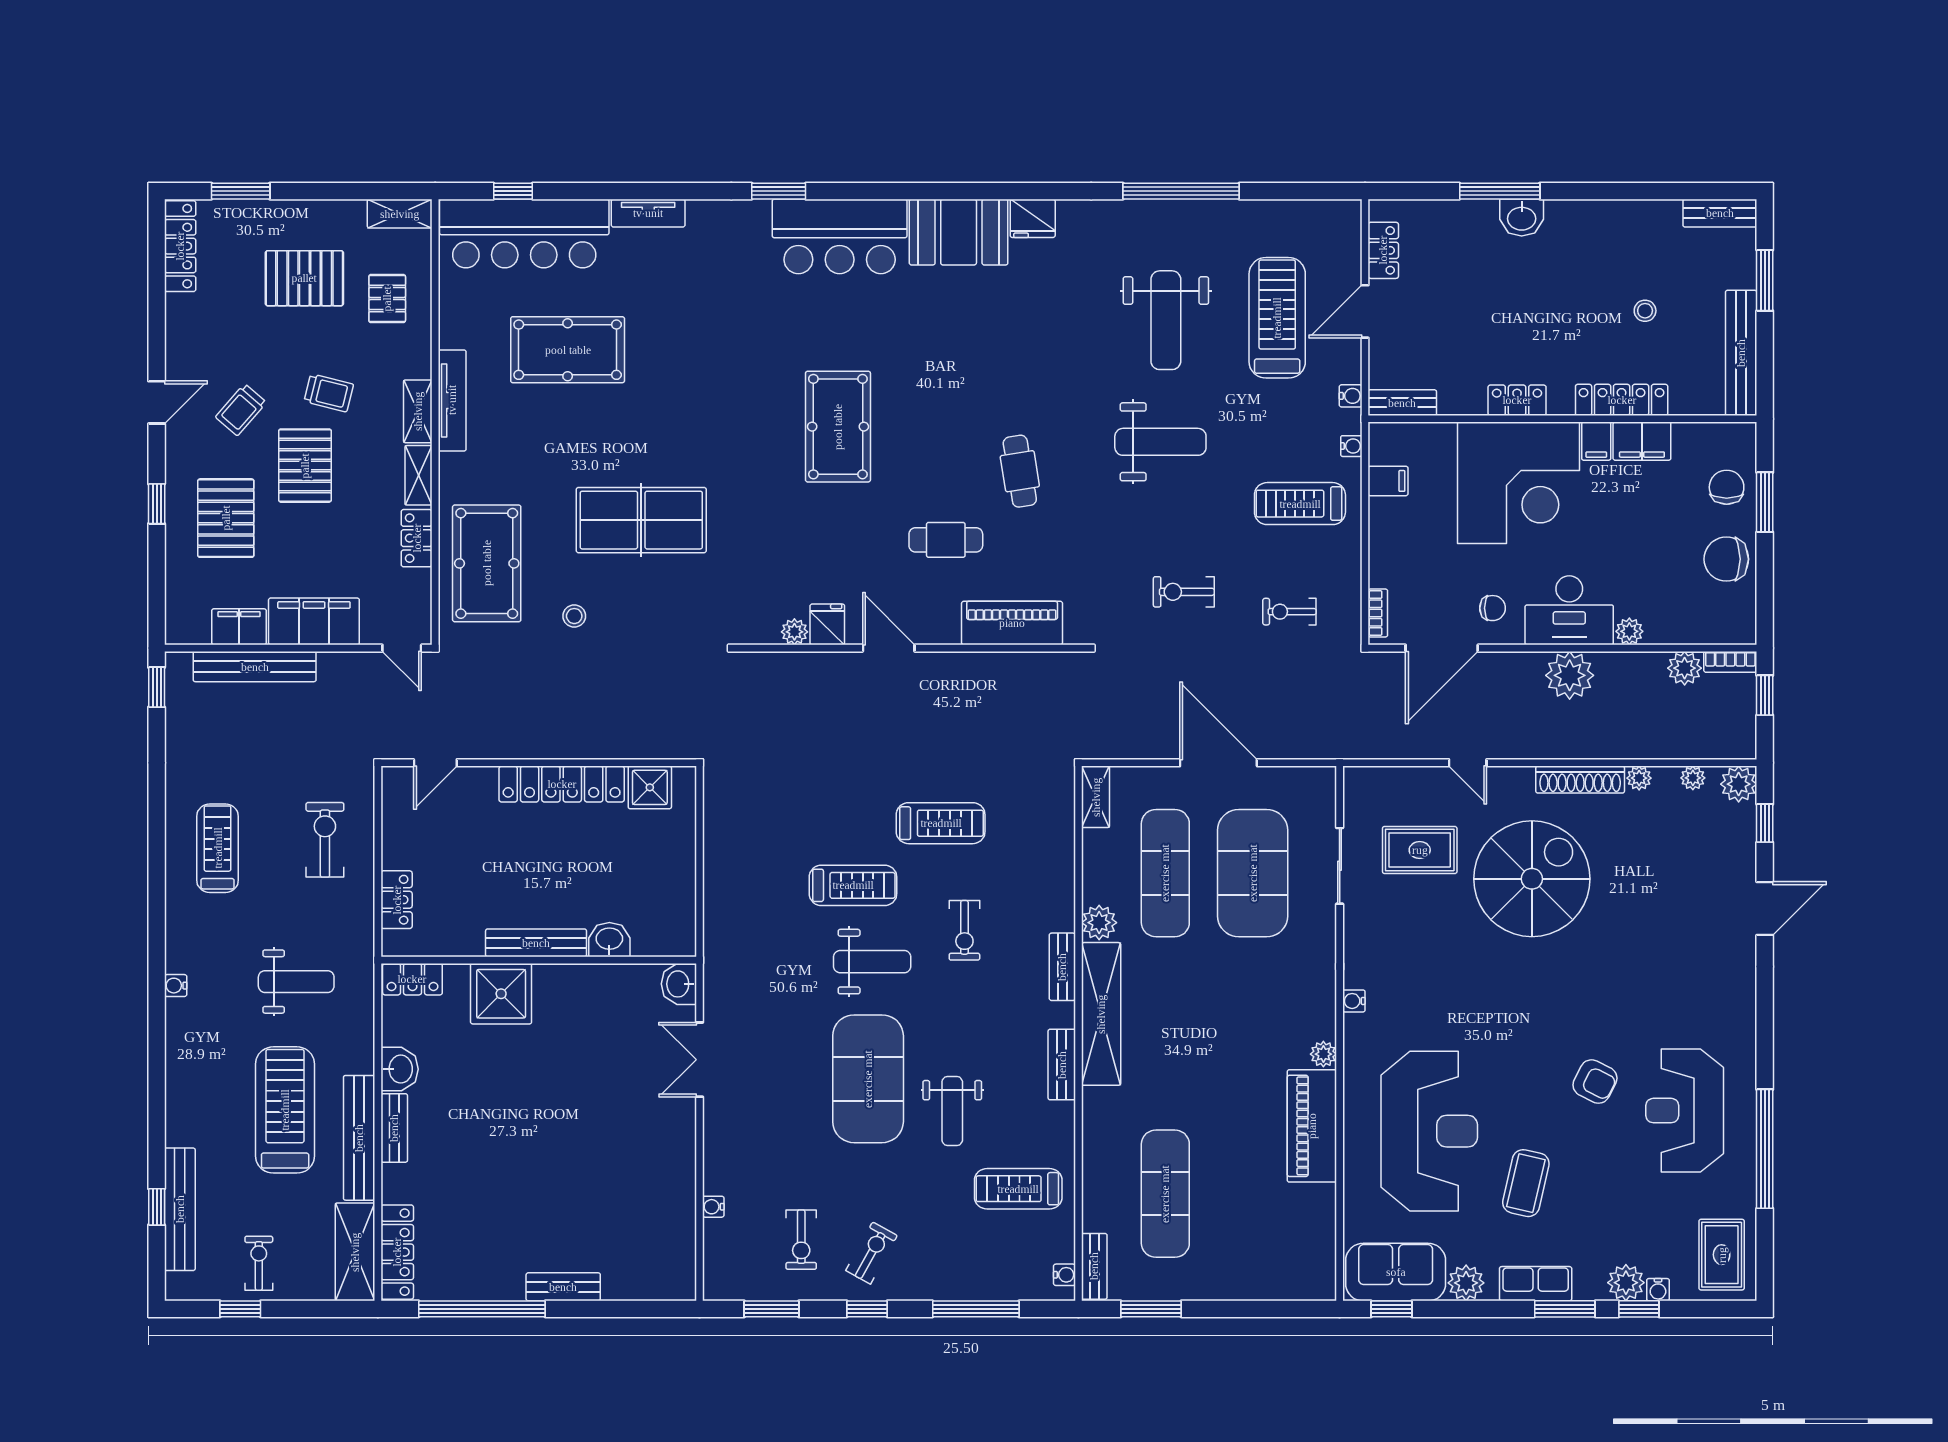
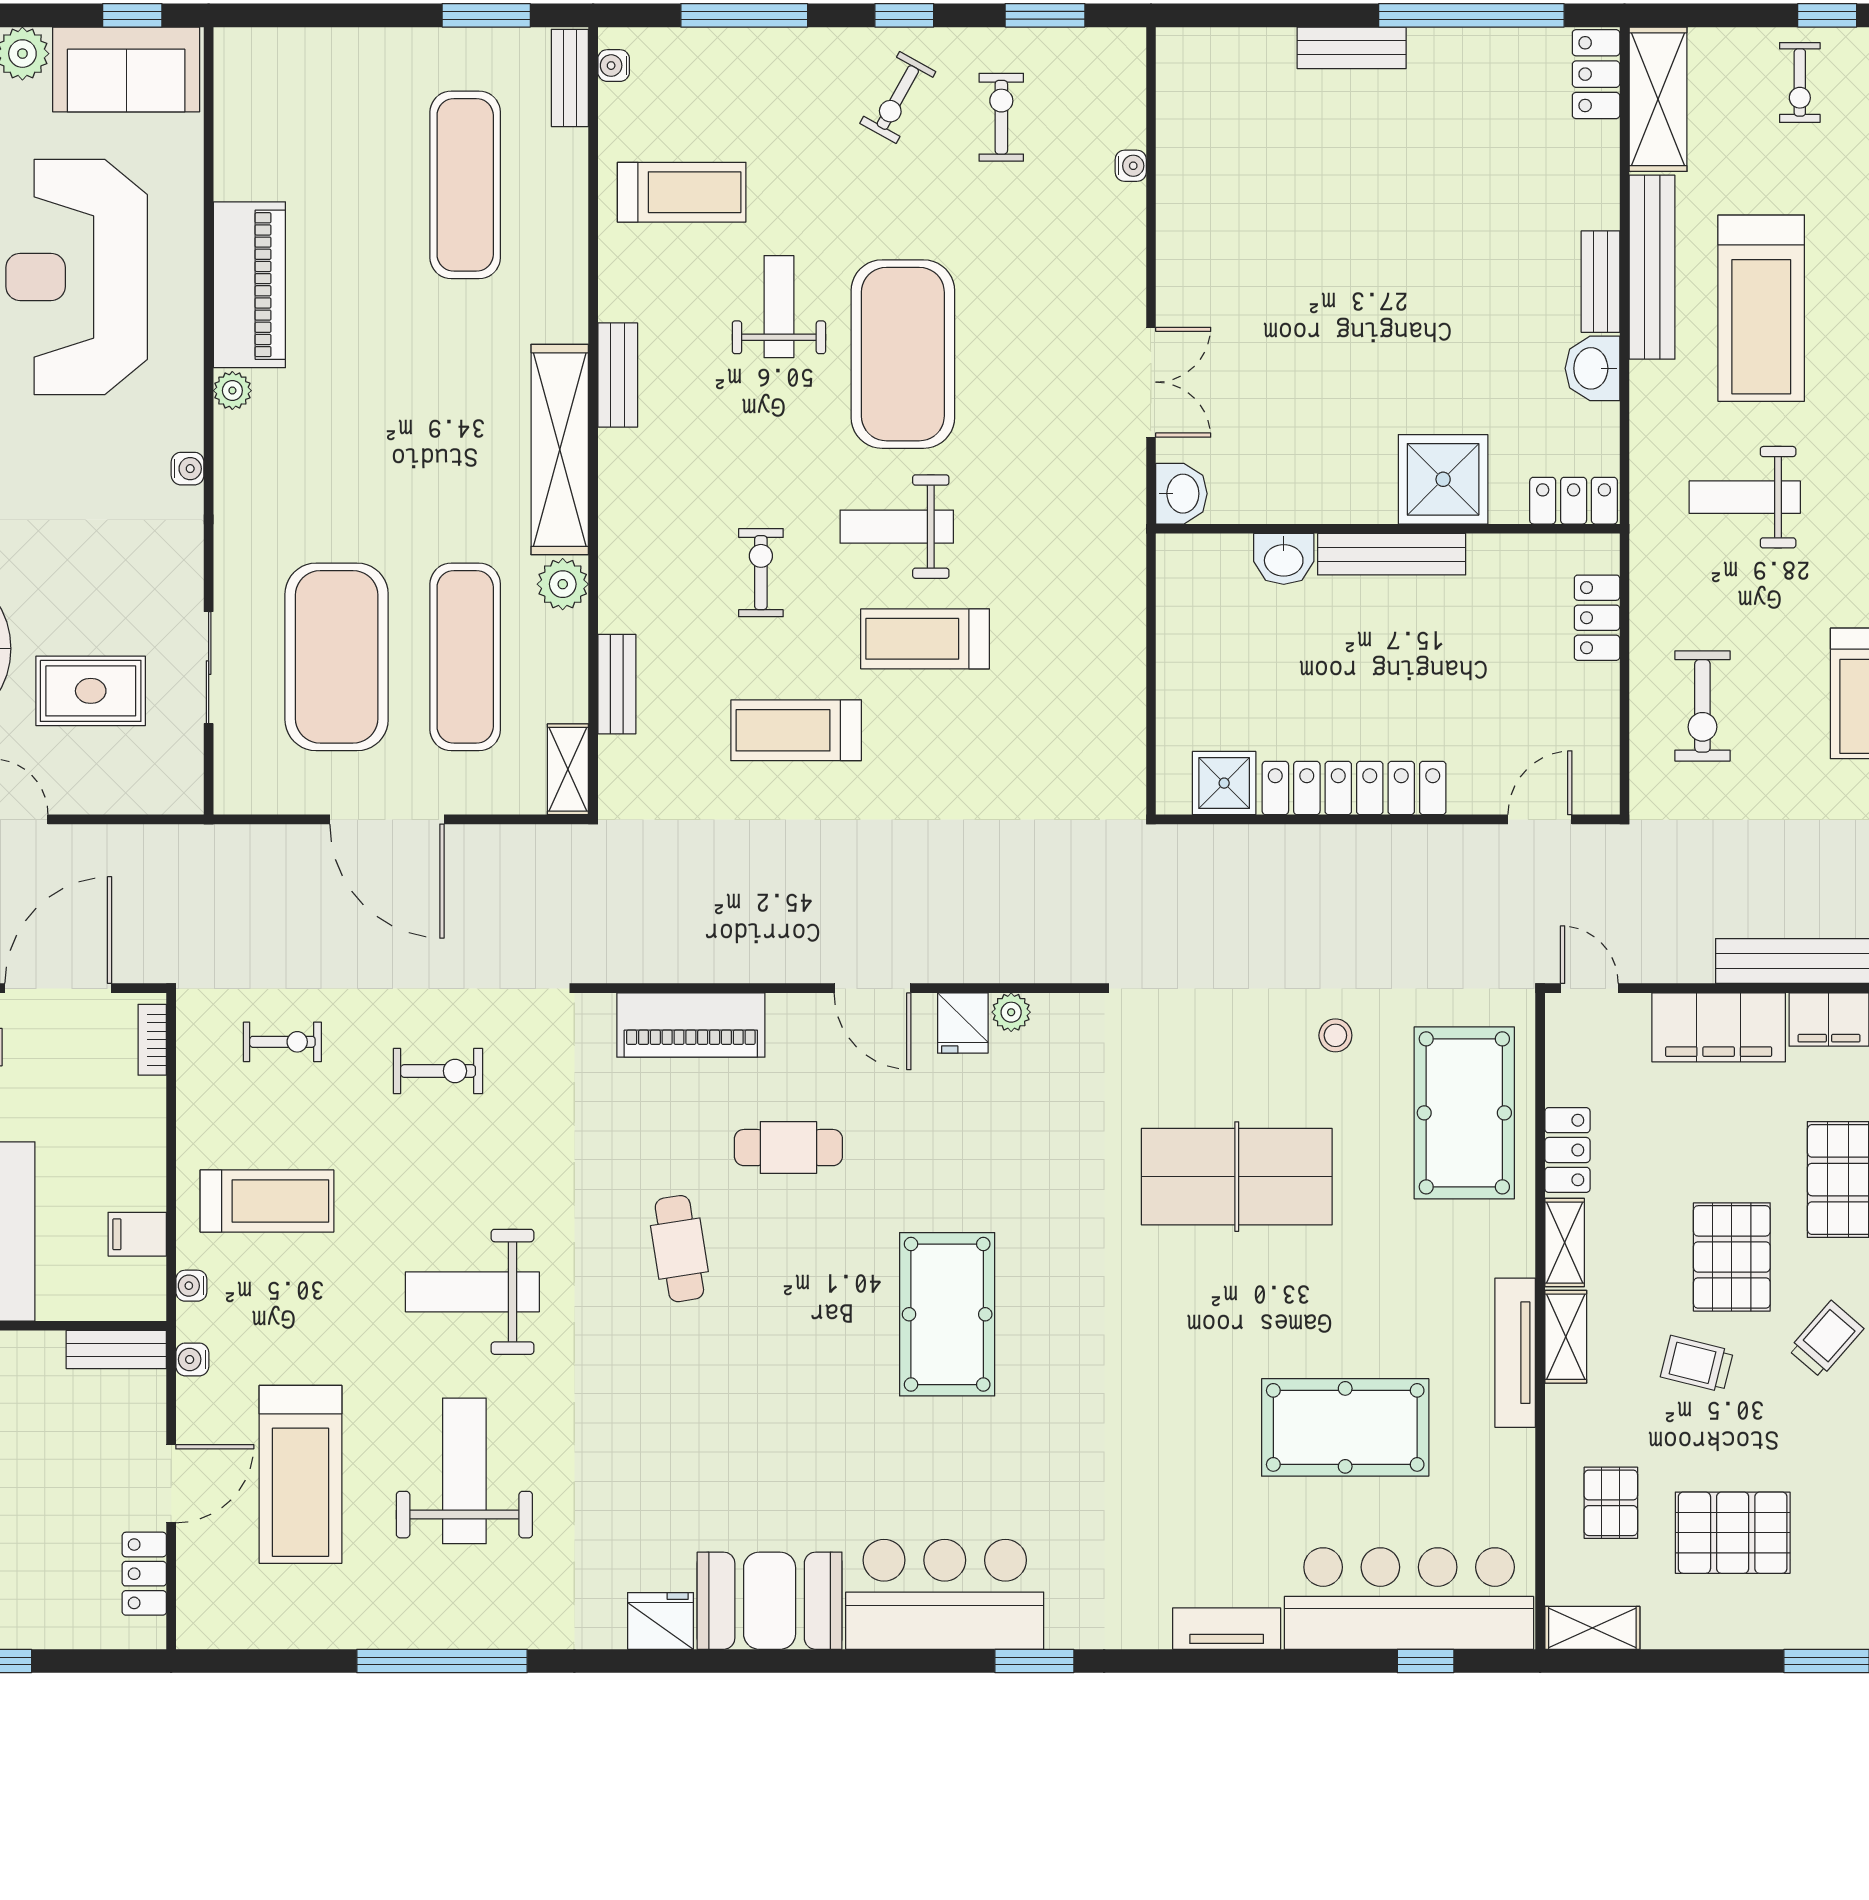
bench: (1062, 967) -> (617, 684), moved
locker: (397, 1252) -> (1596, 74), width x0.66

